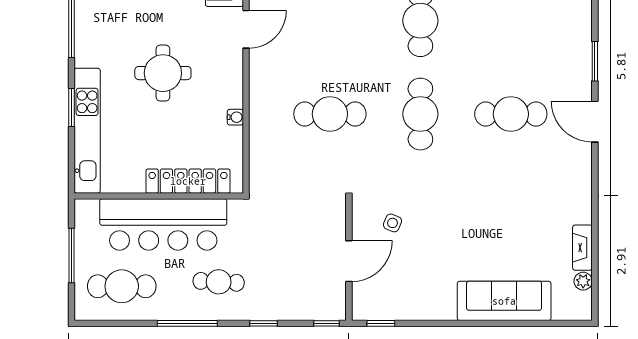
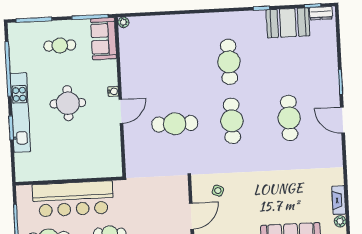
door: (246, 29) -> (121, 111), moved
cafe table: (511, 114) -> (289, 118), turned 90
water cooler: (235, 117) -> (113, 91), moved
kitchen unit: (87, 131) -> (20, 113), moved
locker: (188, 181) -> (87, 171), removed

